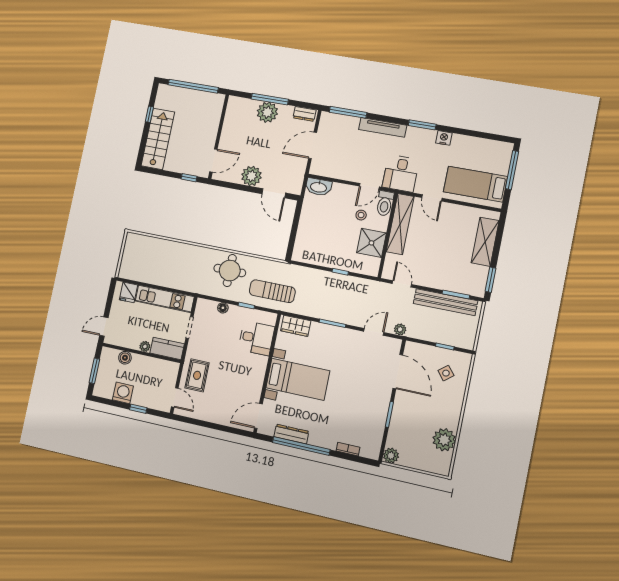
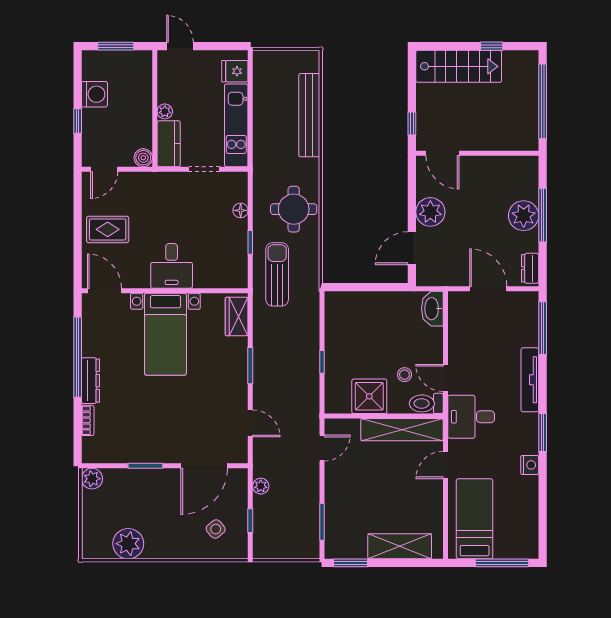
bench: (445, 302) -> (309, 115), moved
plant: (400, 329) -> (261, 486), moved
desk: (256, 338) -> (172, 266), moved
boiler: (125, 358) -> (143, 158), moved
rug: (197, 375) -> (108, 229), moved
dresser: (291, 434) -> (91, 381), moved

